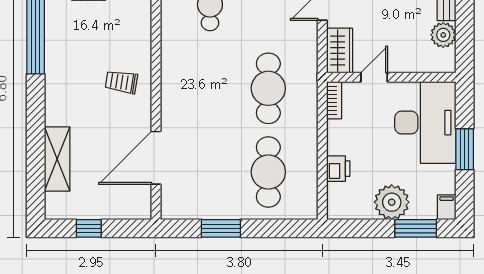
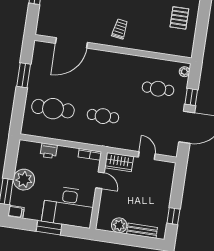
cafe table: (268, 88) -> (103, 116), width x0.73, depth x0.74
door: (156, 158) -> (71, 43), swing flipped

